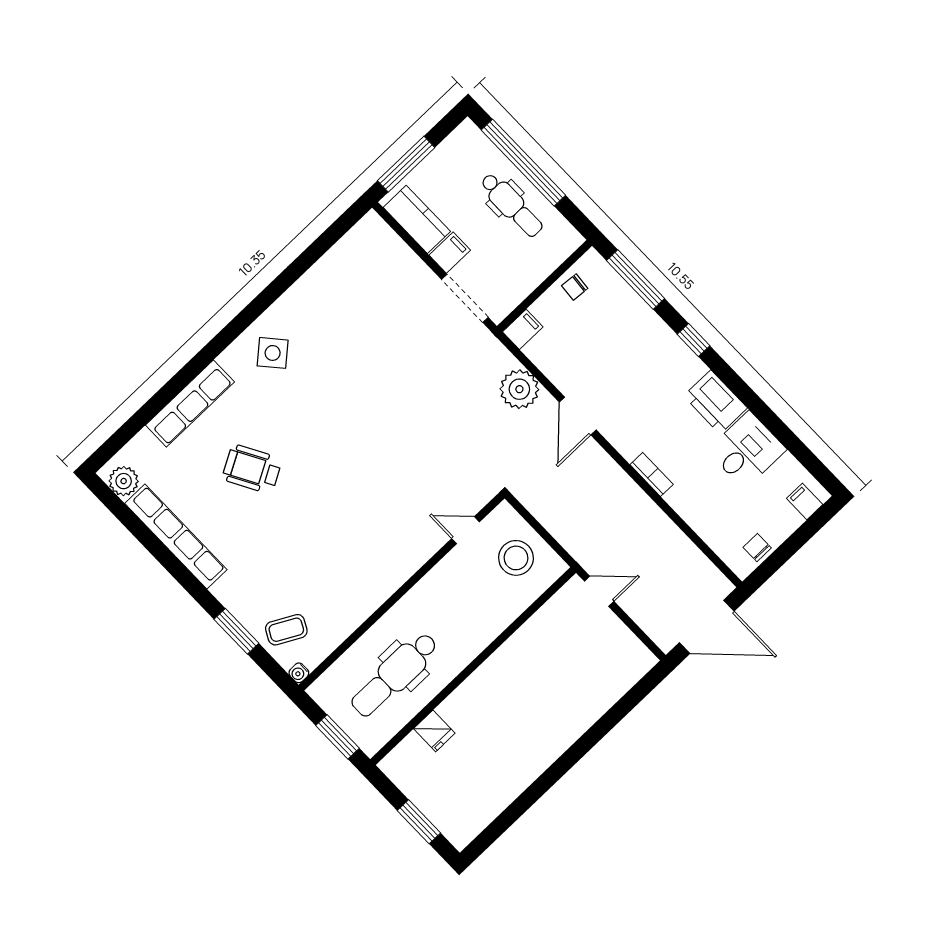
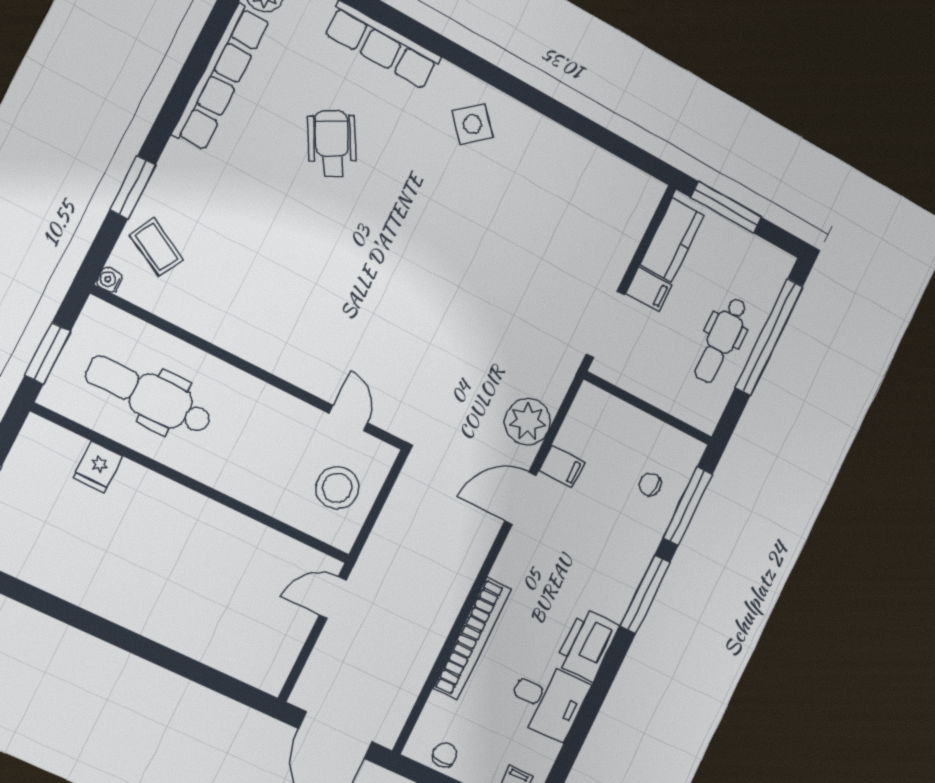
chair: (575, 287) -> (650, 484), moved
filing cabinet: (523, 329) -> (562, 466), moved
window: (694, 340) -> (645, 594), width x2.17
bookcase: (652, 475) -> (472, 639), width x2.31, depth x1.31
door: (599, 591) -> (333, 598), swing flipped

